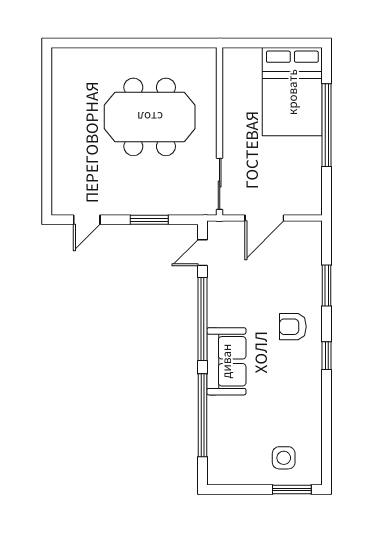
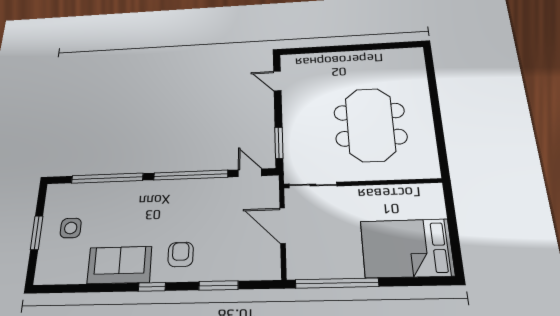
window: (327, 125) -> (337, 283), moved
window: (149, 220) -> (279, 143), moved
sofa: (226, 361) -> (120, 265), moved, turned 180
side table: (284, 458) -> (71, 228), moved
window: (292, 489) -> (37, 233), moved

